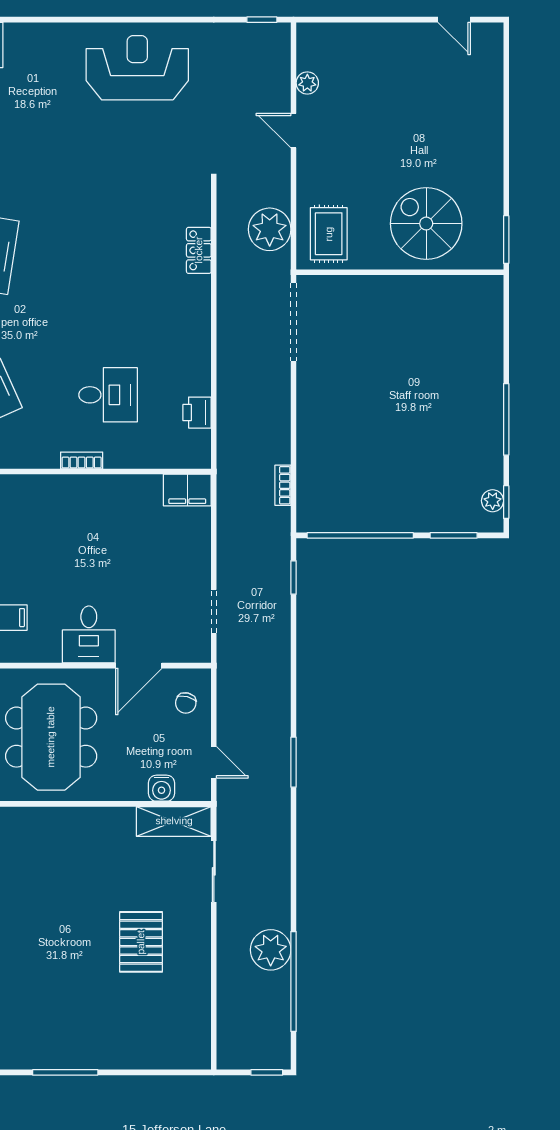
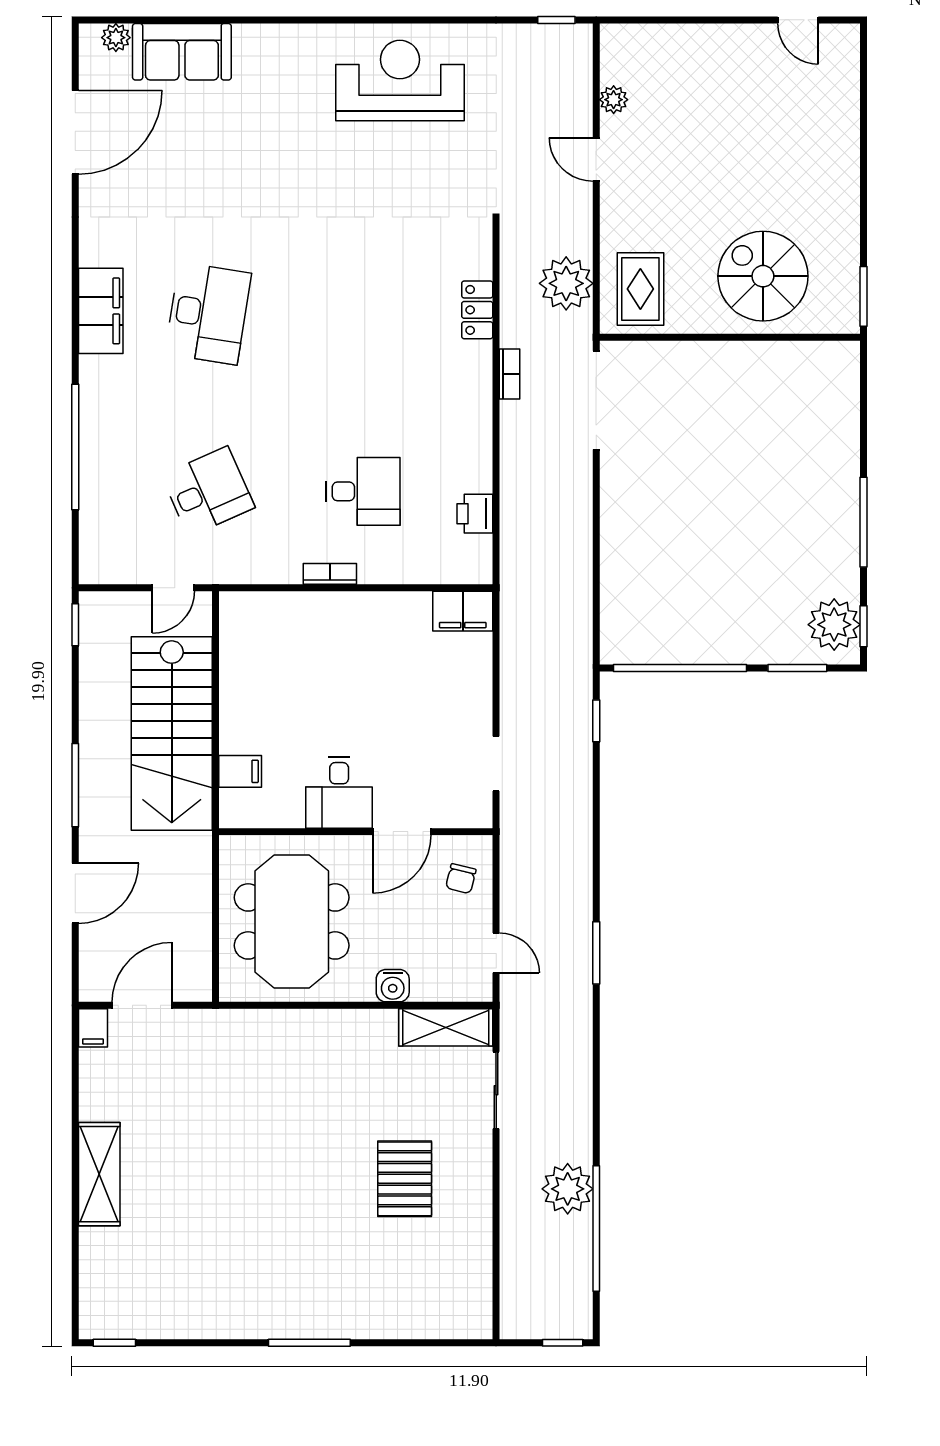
bookcase: (283, 485) -> (509, 374), moved, turned 180
plant: (493, 501) -> (834, 625), width x1.88, depth x1.88
water cooler: (161, 788) -> (393, 986), moved

